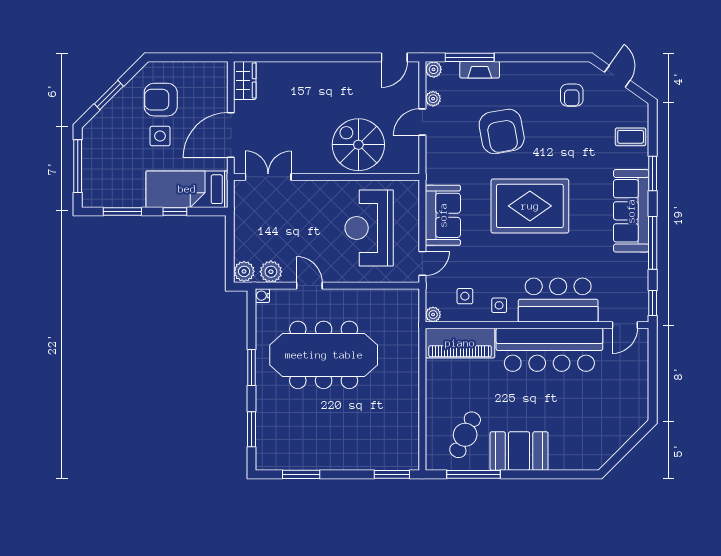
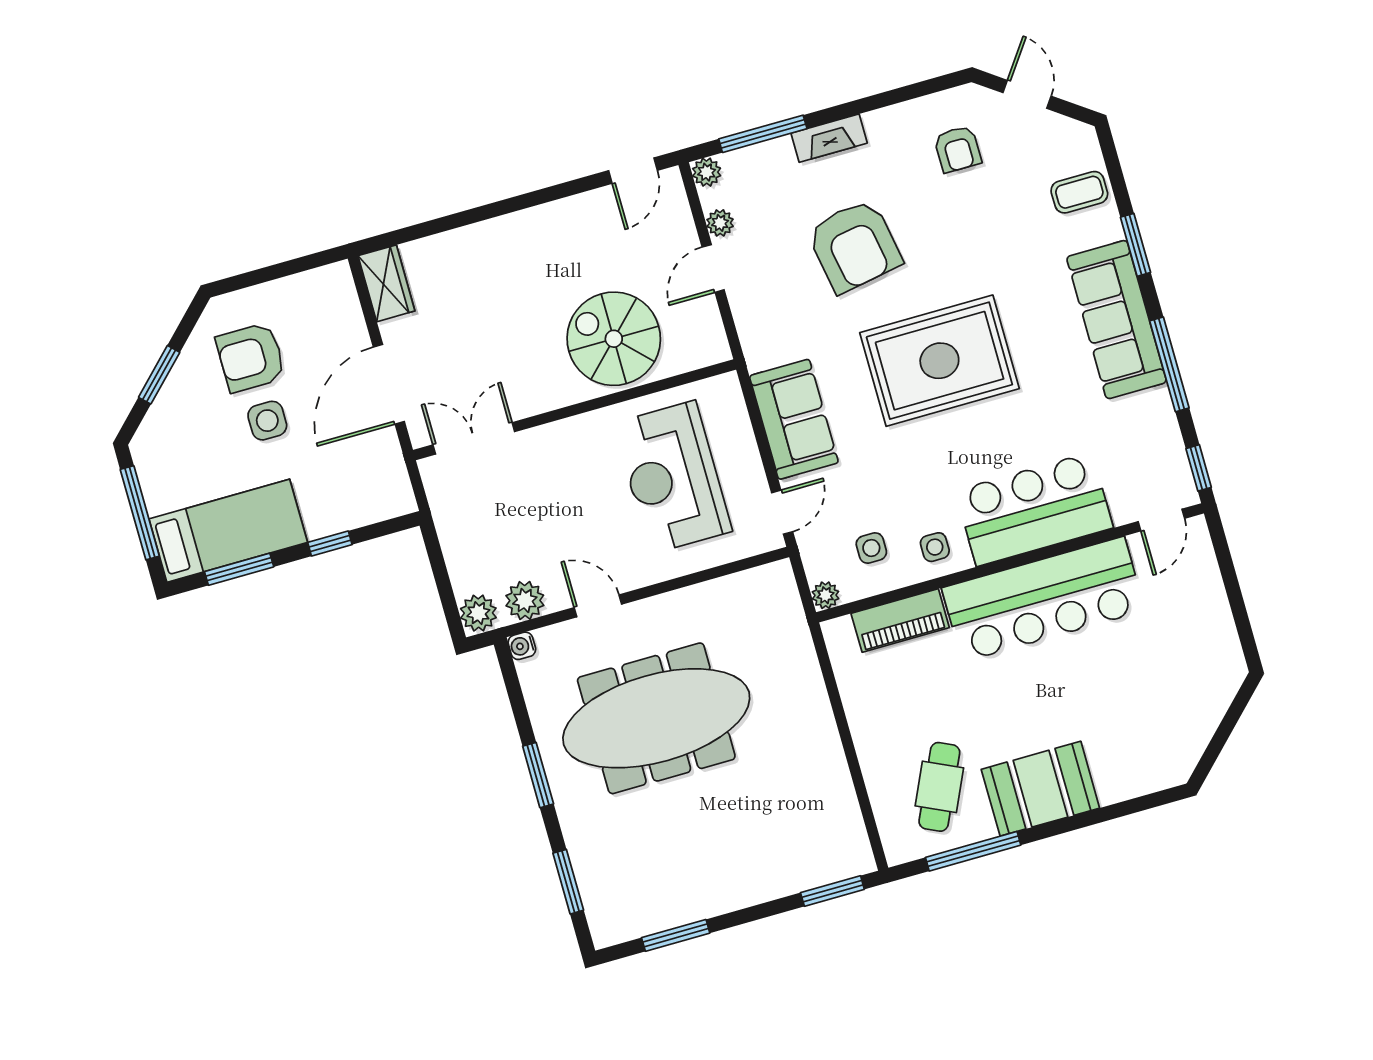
fireplace: (480, 70) -> (829, 138), moved
bed: (187, 189) -> (228, 531), moved, turned 180
piano: (460, 343) -> (900, 620), width x0.73, depth x0.75

